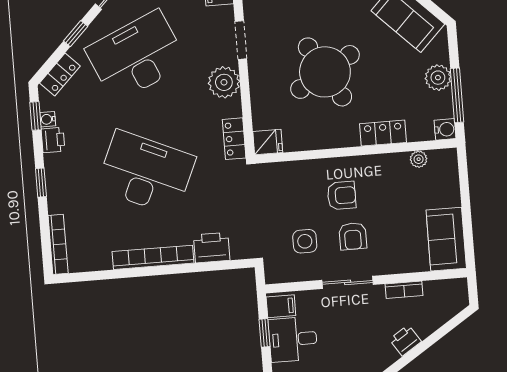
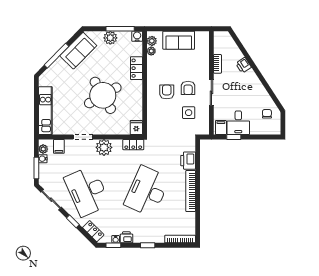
plant: (438, 159) -> (152, 41), added
armchair: (353, 236) -> (188, 88), turned 90
sofa: (446, 239) -> (179, 40), moved

